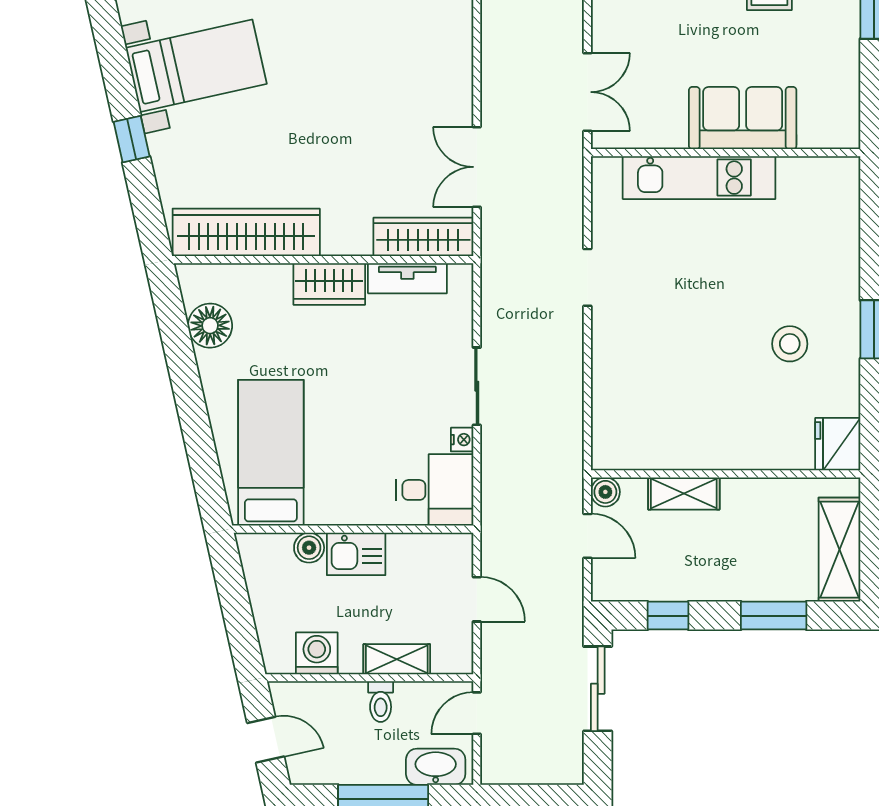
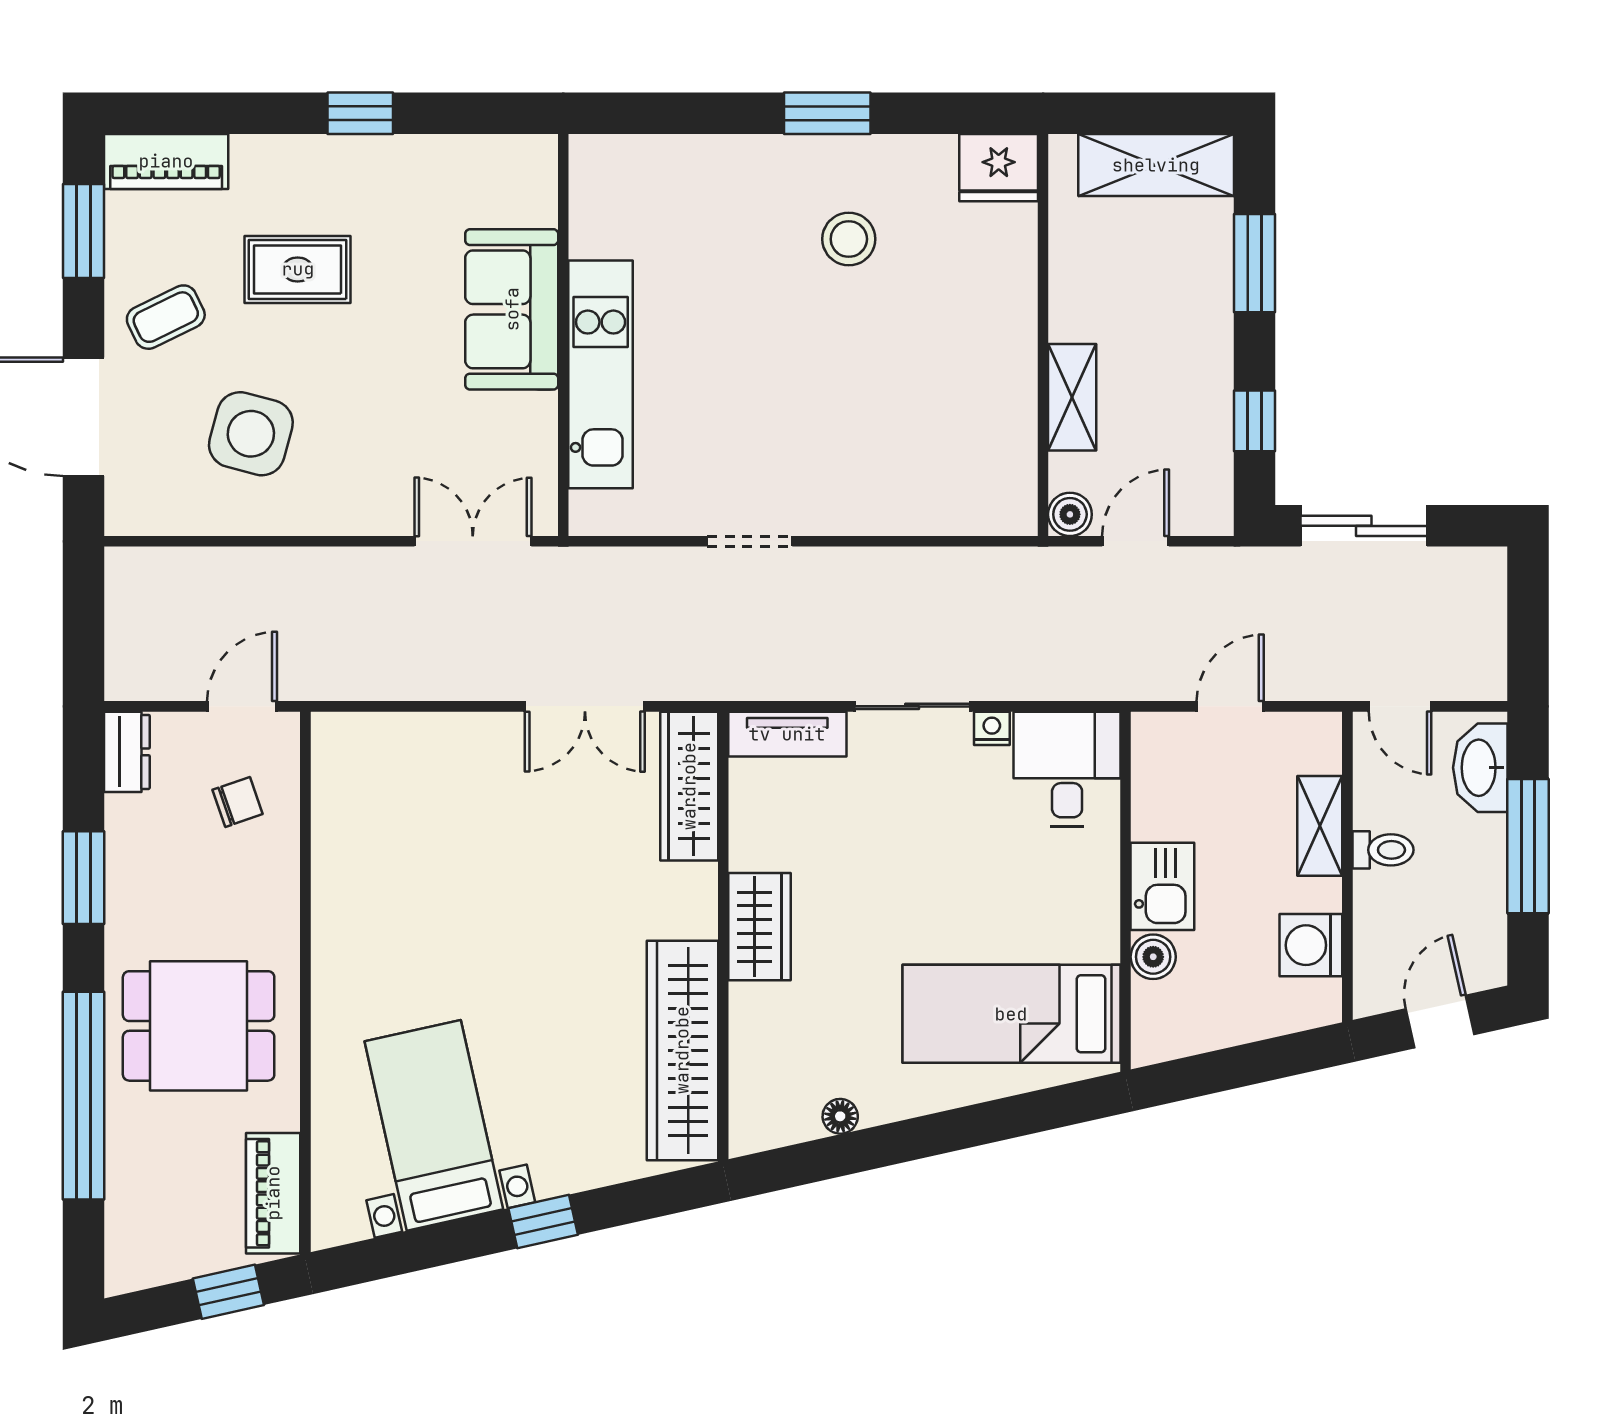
tv unit: (407, 278) -> (787, 734), moved, turned 90
floor lamp: (210, 326) -> (840, 1116), width x0.53, depth x0.53

